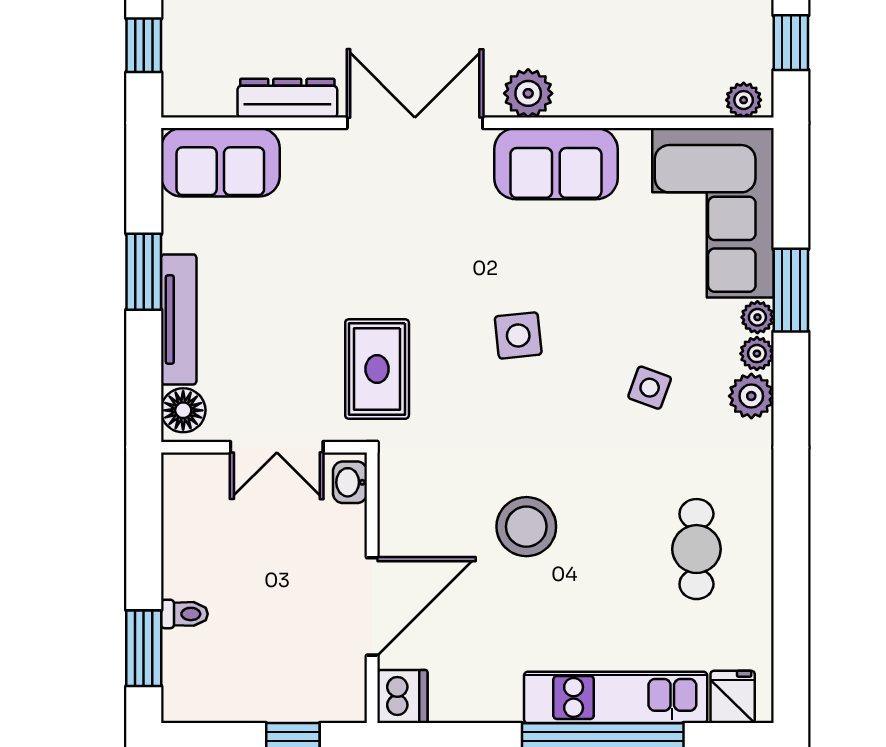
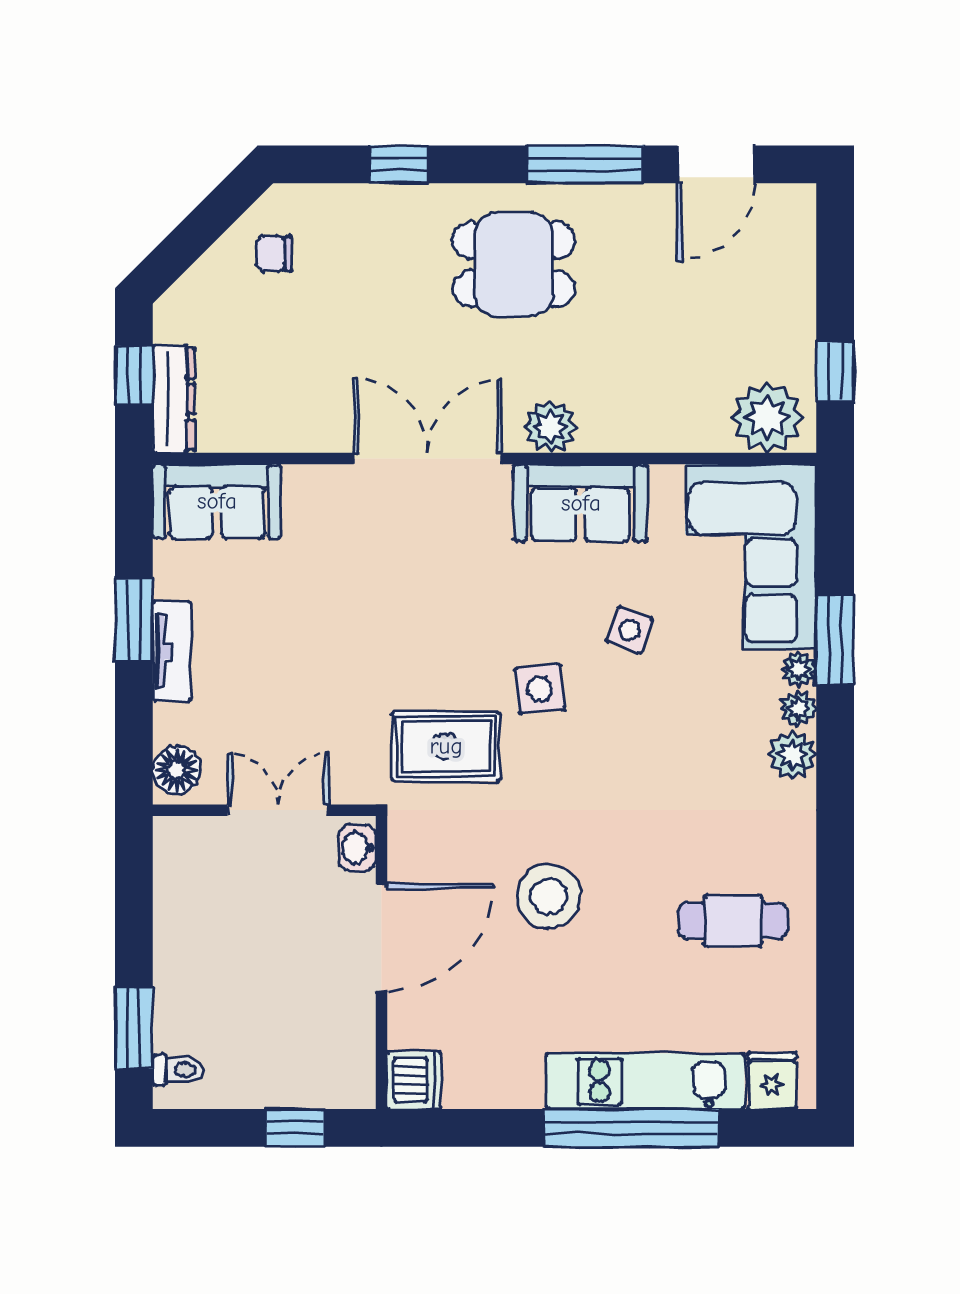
dresser: (287, 98) -> (174, 399), moved, turned 90
plant: (744, 100) -> (767, 417), width x1.87, depth x1.87
tv unit: (179, 319) -> (172, 651), width x0.71
rug: (377, 369) -> (446, 746), moved, turned 90
side table: (650, 388) -> (629, 630), moved
double door: (277, 447) -> (278, 810), swing flipped
cafe table: (696, 549) -> (733, 920), turned 90
door: (372, 606) -> (381, 938), moved
toilet: (184, 614) -> (178, 1070), moved

